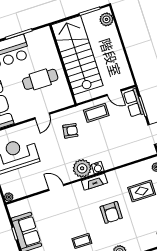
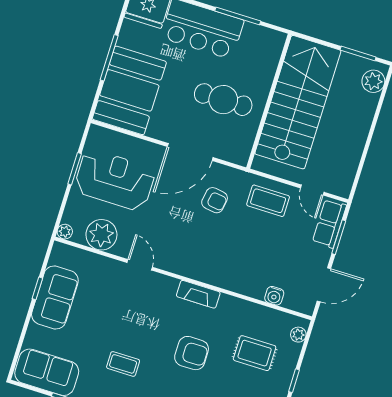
door: (42, 116) -> (190, 152), width x1.88
plant: (82, 168) -> (101, 235), moved
water cooler: (98, 168) -> (274, 296), moved
armchair: (111, 212) -> (192, 353), turned -90

